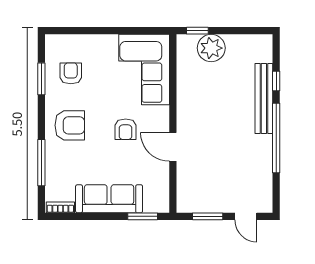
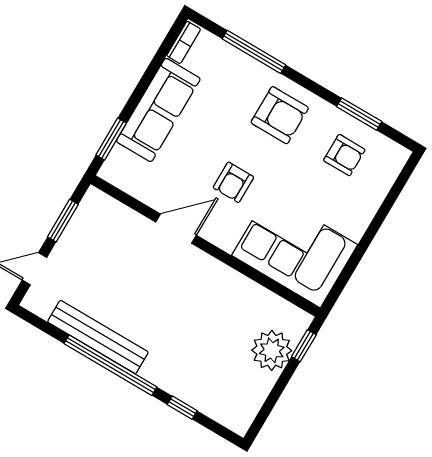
bench: (264, 98) -> (98, 337), moved
armchair: (70, 125) -> (280, 115), turned -90
armchair: (126, 129) -> (233, 182), turned -90

